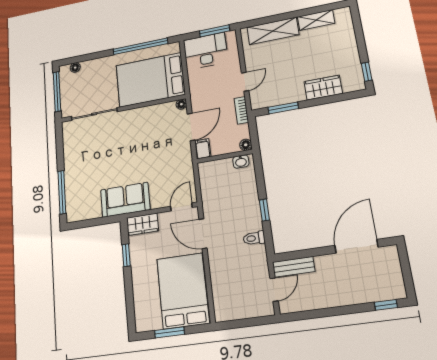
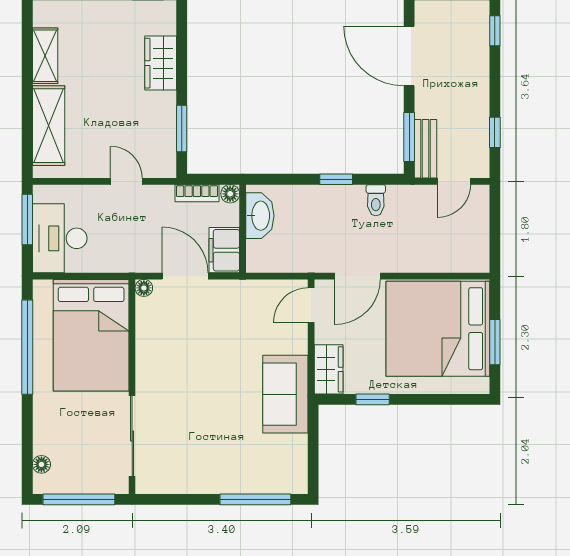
bookcase: (241, 110) -> (197, 193), moved
filing cabinet: (203, 149) -> (224, 250), width x2.00
washbasin: (241, 162) -> (260, 216), width x1.91, depth x1.45
door: (181, 207) -> (311, 305), hinge flipped
window: (300, 254) -> (409, 137), added
door: (274, 290) -> (454, 181), swing flipped
bed: (183, 291) -> (438, 329), width x1.36
window: (312, 314) -> (495, 132), added

